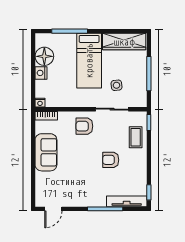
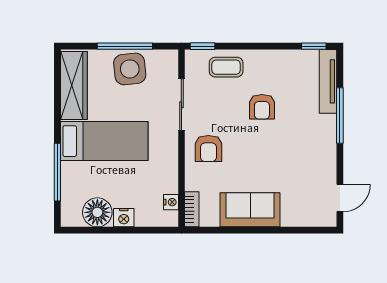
side table: (116, 85) -> (130, 69), moved, width x1.87, depth x1.87
nightstand: (40, 103) -> (171, 202), moved
door: (53, 209) -> (340, 198), hinge flipped

